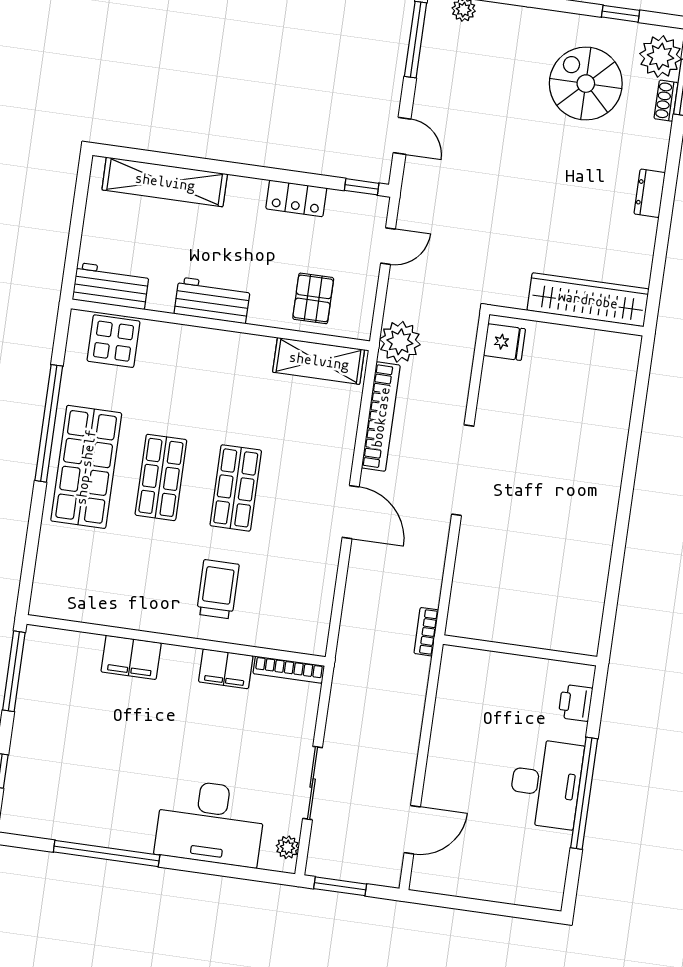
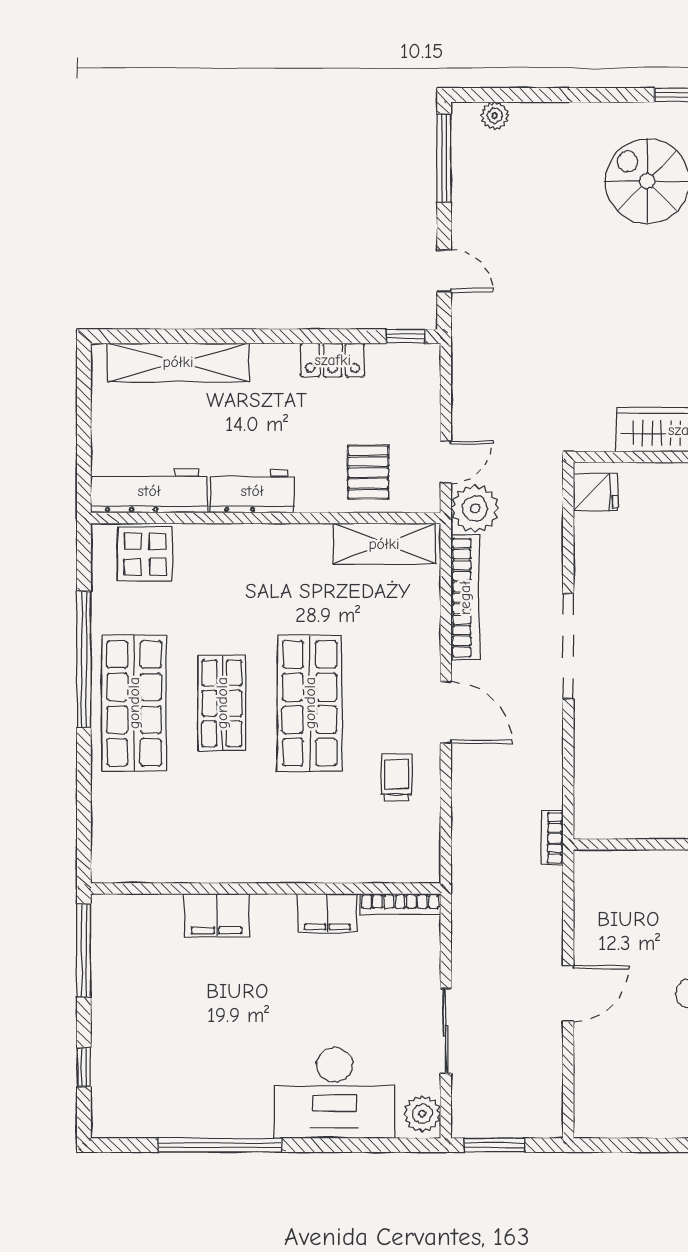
door: (388, 246) -> (446, 462), moved
workbench: (111, 286) -> (149, 491), width x1.38
shop shelf: (236, 488) -> (310, 703), width x1.43, depth x1.36
trolley: (218, 589) -> (396, 777), moved, width x0.73, depth x0.72
door: (412, 830) -> (568, 993), moved
plant: (287, 847) -> (422, 1114), width x1.38, depth x1.38

